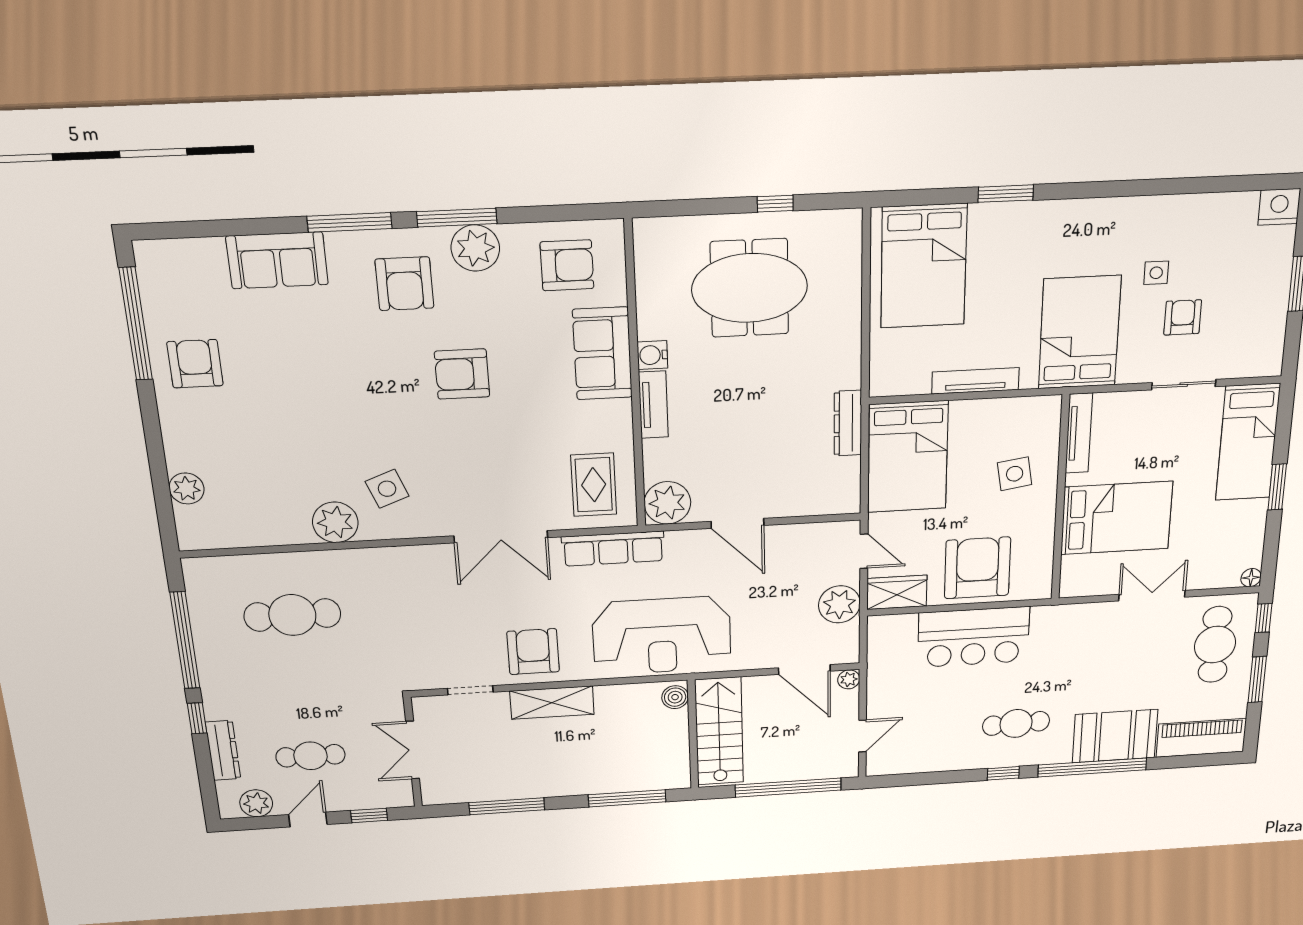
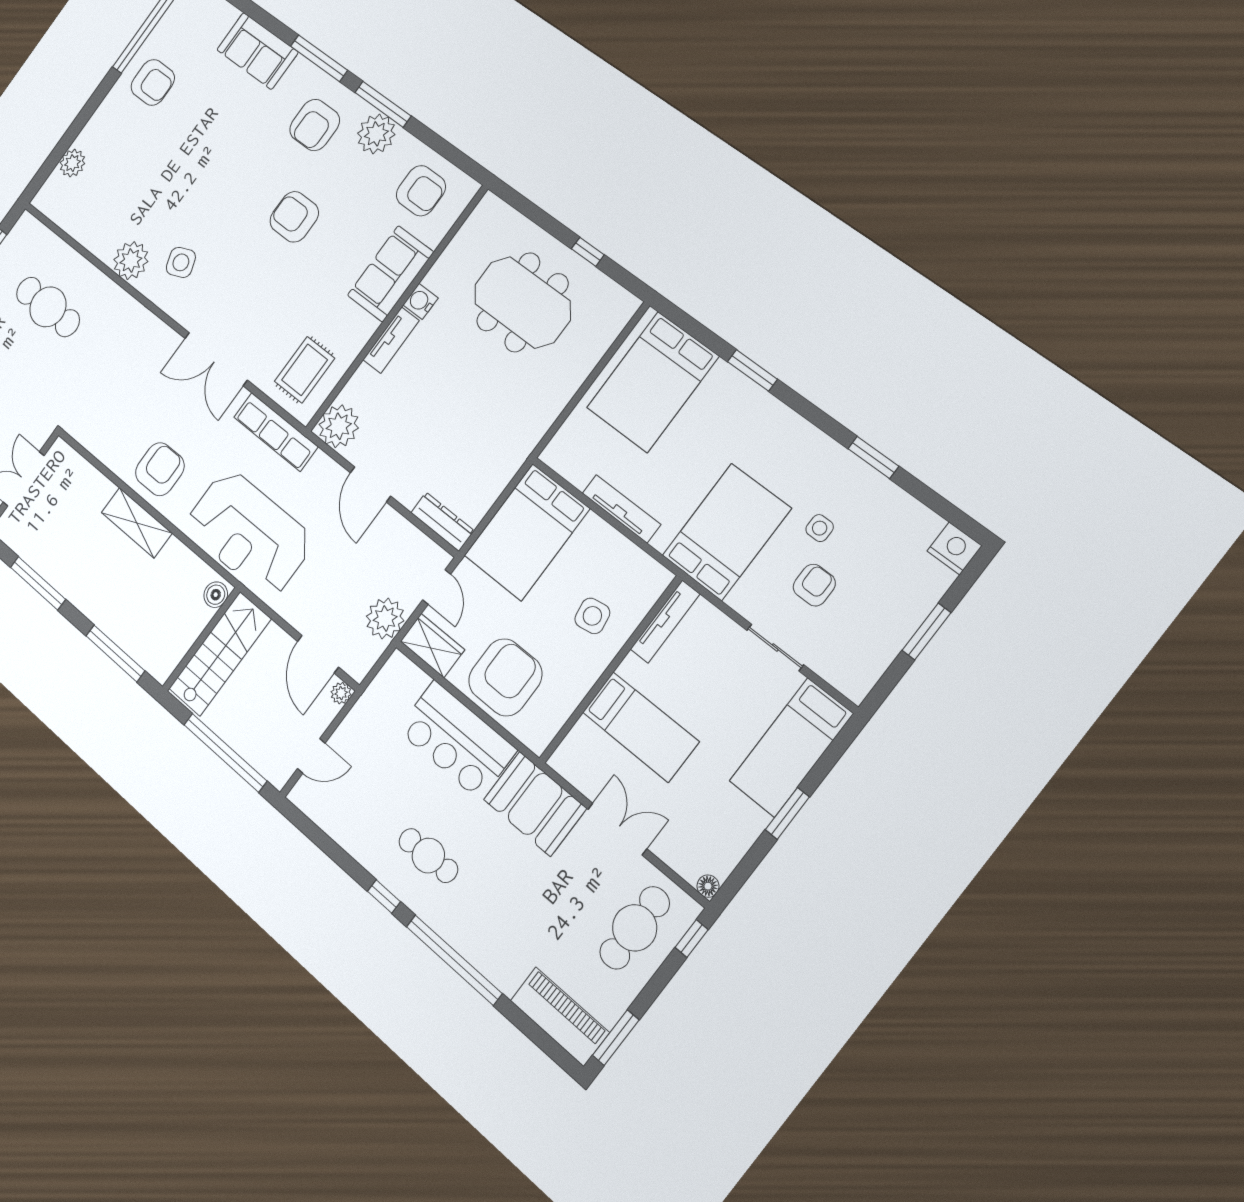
window: (1163, 187) -> (873, 457), added
armchair: (195, 364) -> (153, 82), turned 90
dresser: (848, 423) -> (442, 522), moved, turned 90
bed: (1117, 518) -> (640, 727), width x0.67
window: (1257, 679) -> (616, 1038), moved
doorway: (470, 690) -> (97, 464), removed
booth: (1115, 736) -> (535, 804), moved

